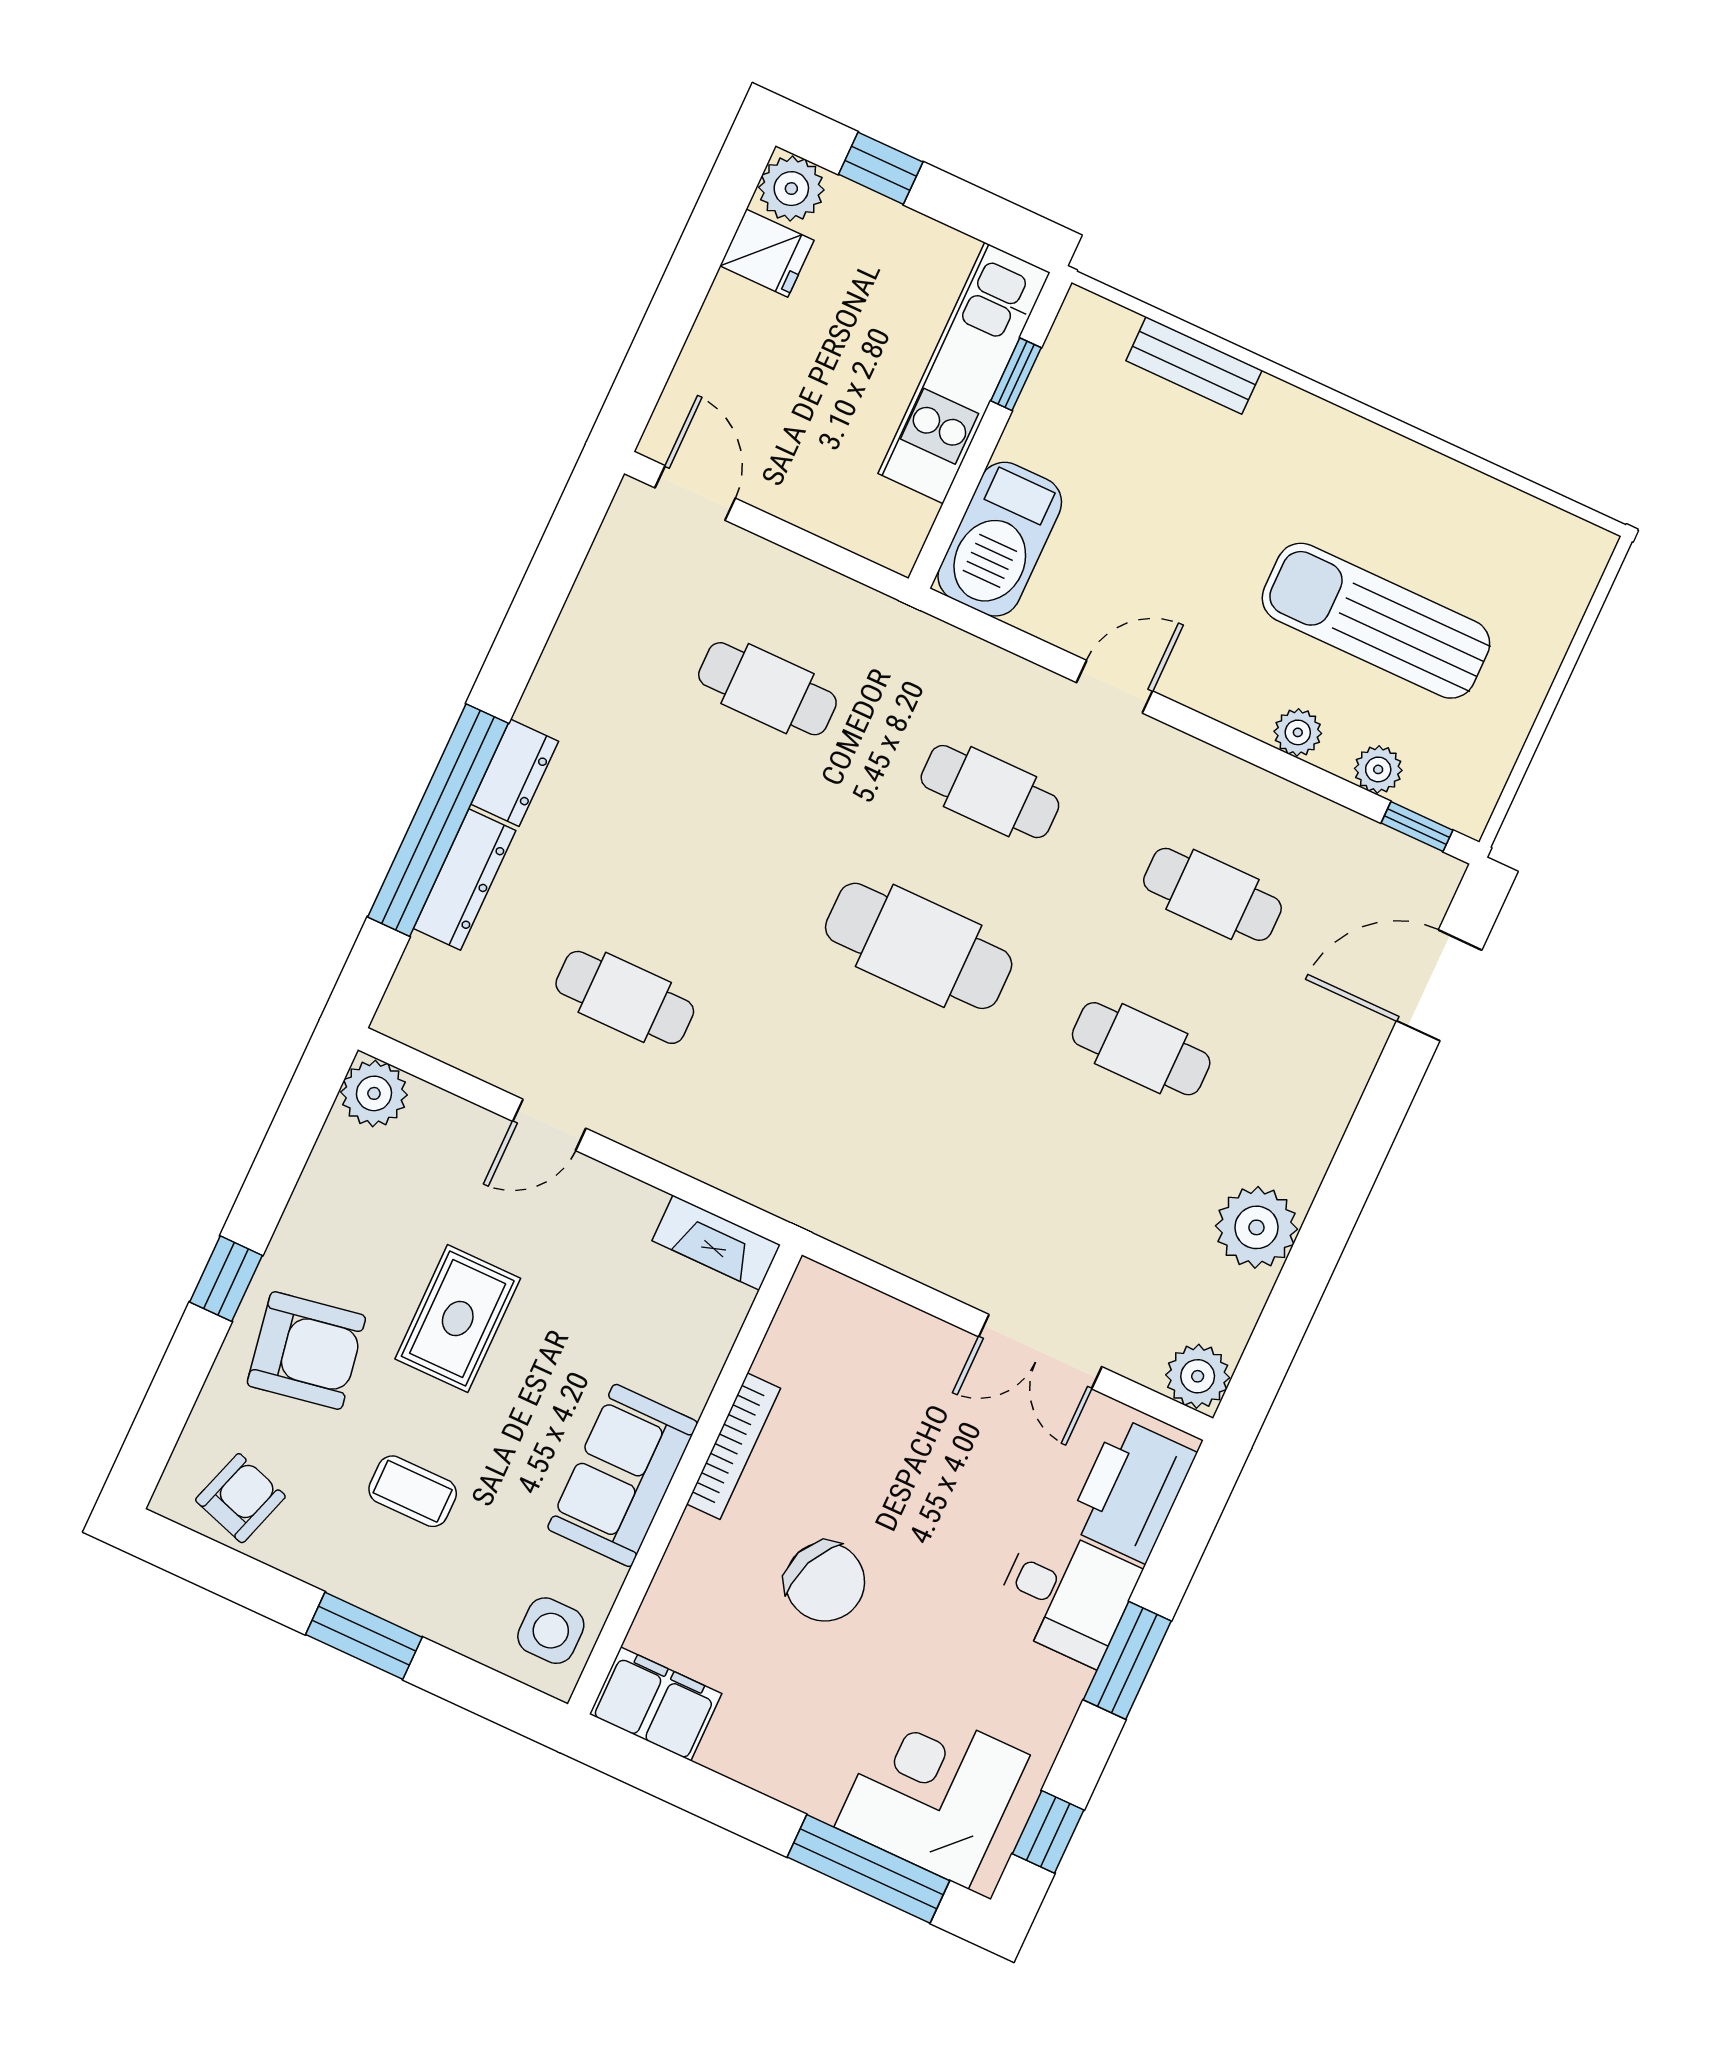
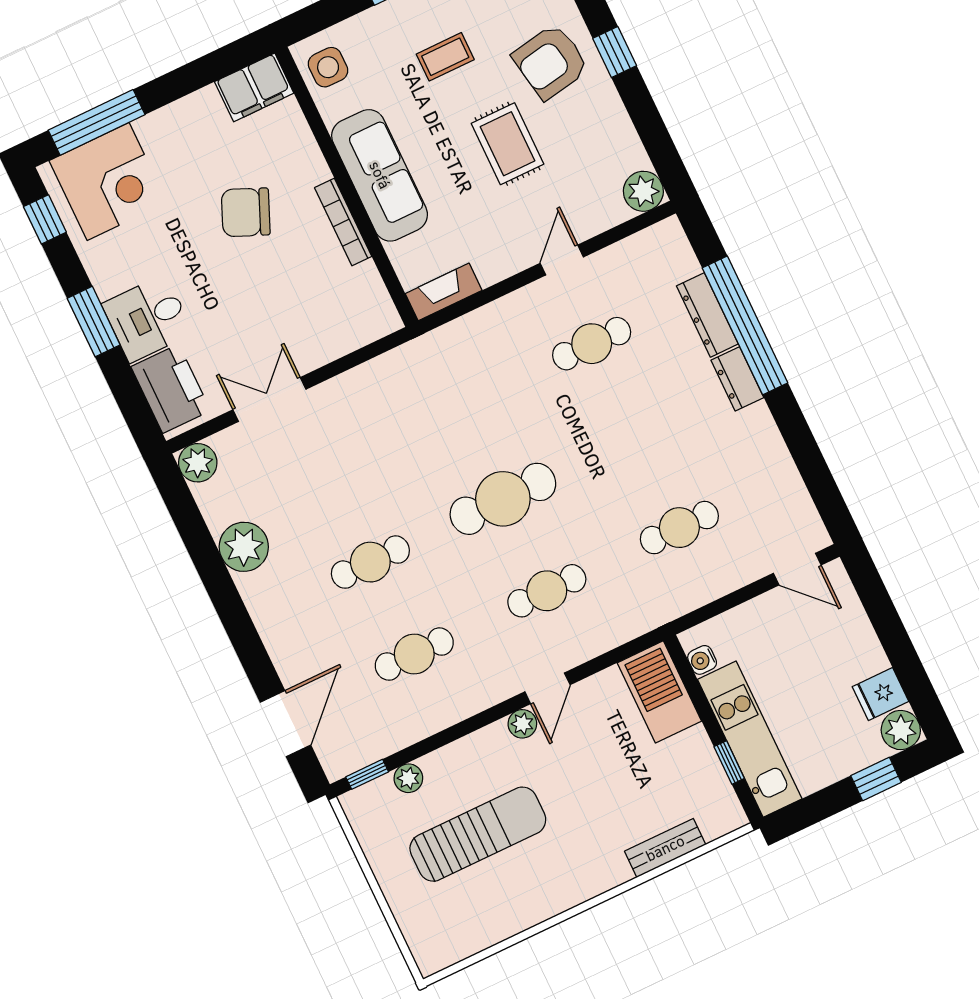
water cooler: (913, 518) -> (702, 660), added
plant: (1298, 732) -> (522, 724), moved
sofa: (623, 1475) -> (380, 175), width x1.36

